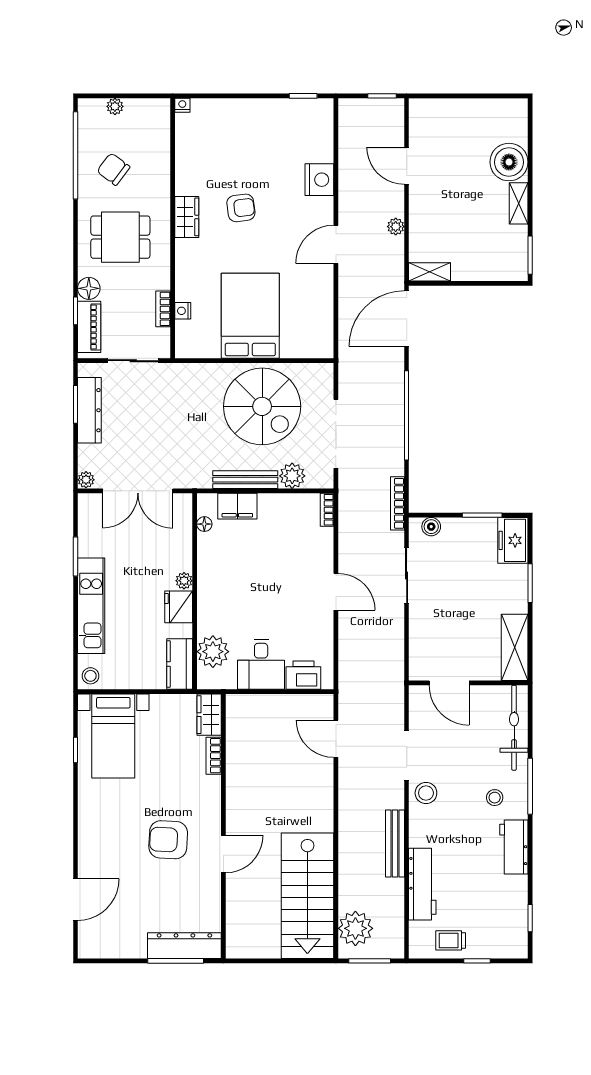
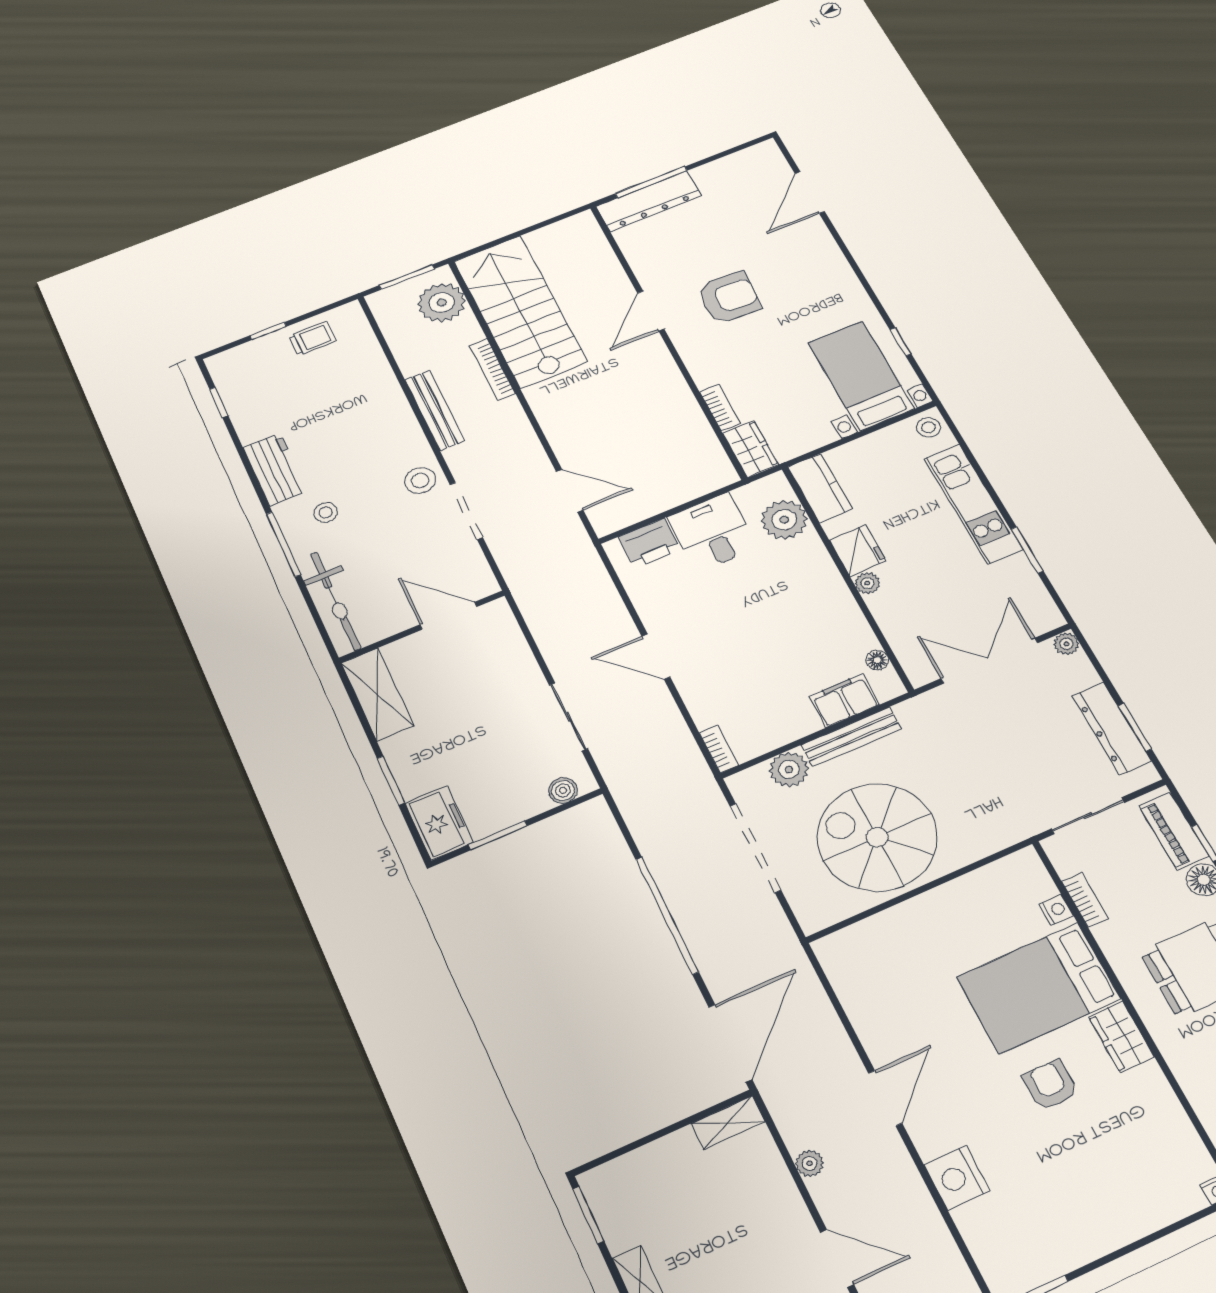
armchair: (241, 208) -> (1050, 1085), turned 97
bed: (250, 316) -> (1039, 988), moved, turned 90
bookcase: (397, 503) -> (492, 370), moved, turned 180
workbench: (422, 884) -> (378, 382), removed

